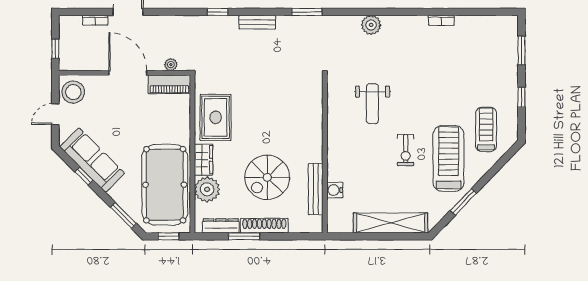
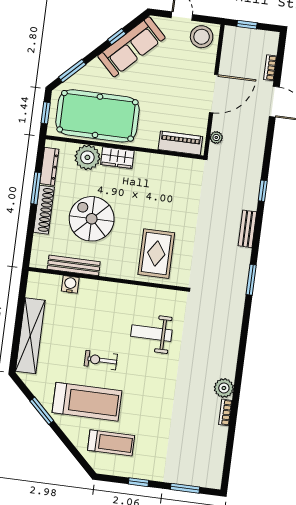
plant: (371, 25) -> (224, 388), moved
piano: (169, 84) -> (180, 143), moved, turned 90
rug: (216, 117) -> (156, 254), moved, turned 90

